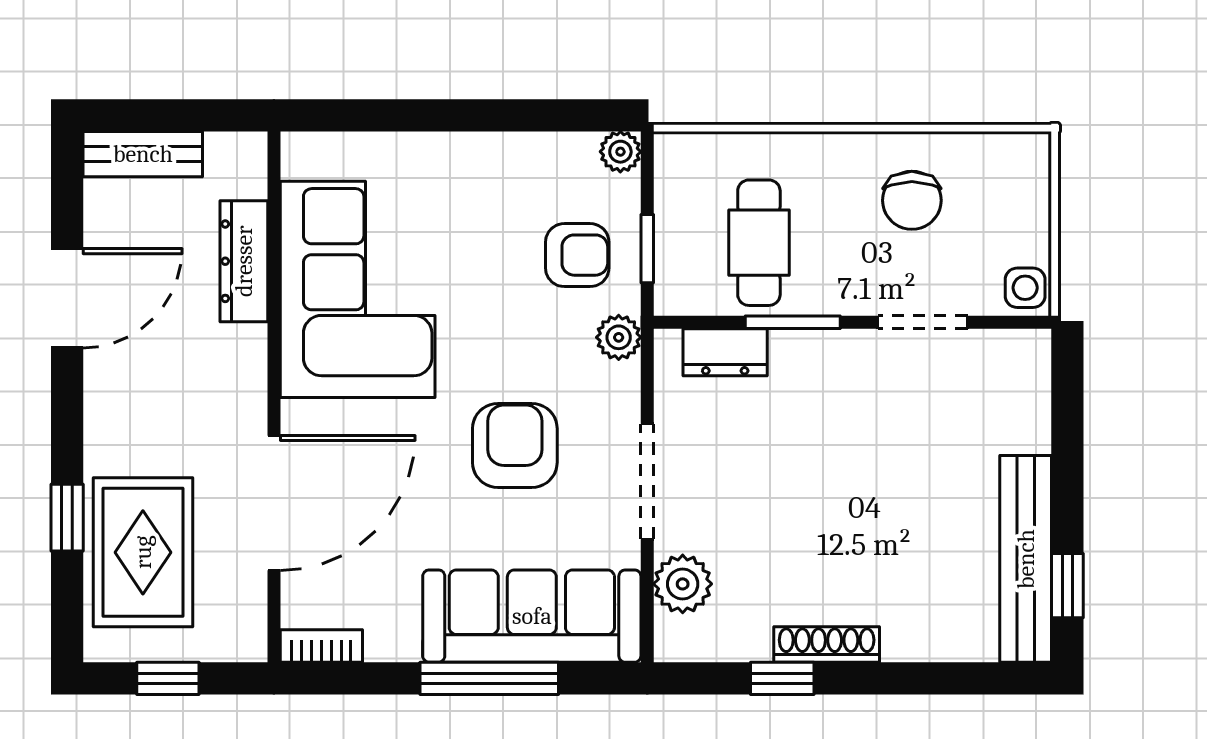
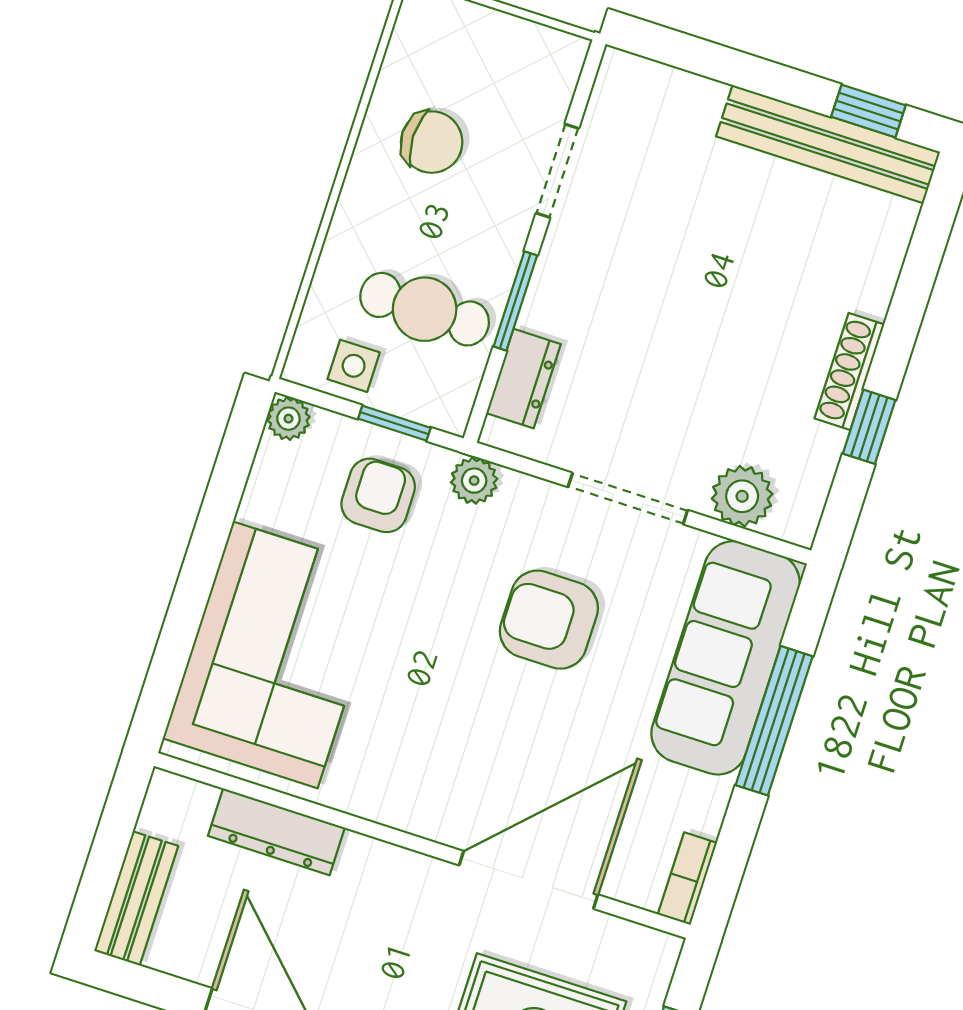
side table: (1025, 288) -> (354, 366), moved
corner sofa: (358, 289) -> (275, 655), moved, turned 90
door: (274, 503) -> (529, 880), hinge flipped

